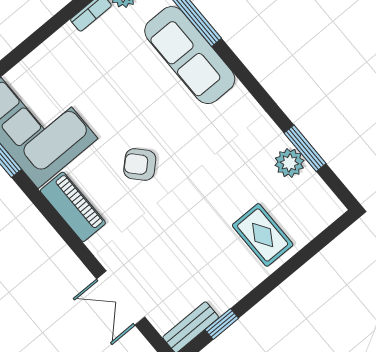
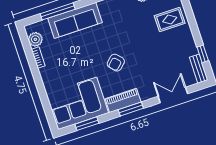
window: (62, 228) -> (131, 109), added
double door: (121, 298) -> (173, 95), swing flipped

